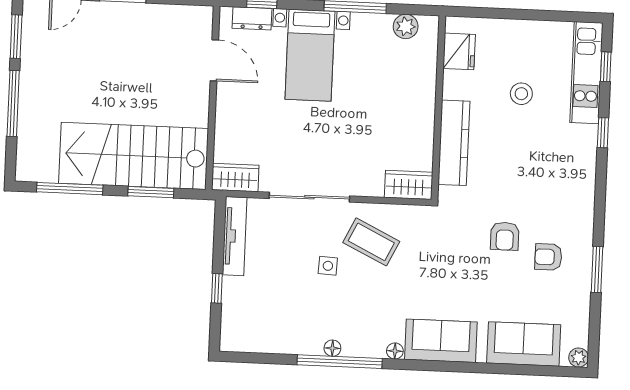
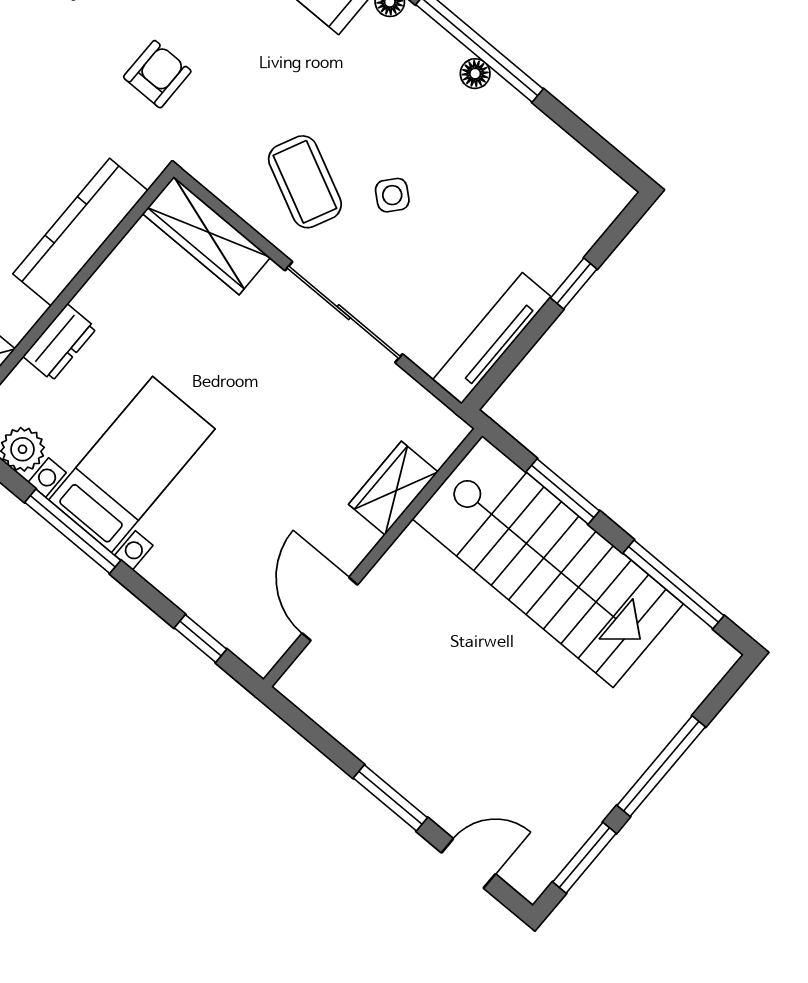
dresser: (252, 18) -> (60, 342), moved, turned 90
bed with nightstands: (310, 55) -> (132, 464), moved
wardrobe: (235, 178) -> (393, 488), moved, turned 90
wardrobe: (409, 185) -> (206, 236), width x1.50
armchair: (505, 236) -> (157, 74), moved
side table: (328, 266) -> (392, 195), turned 38

